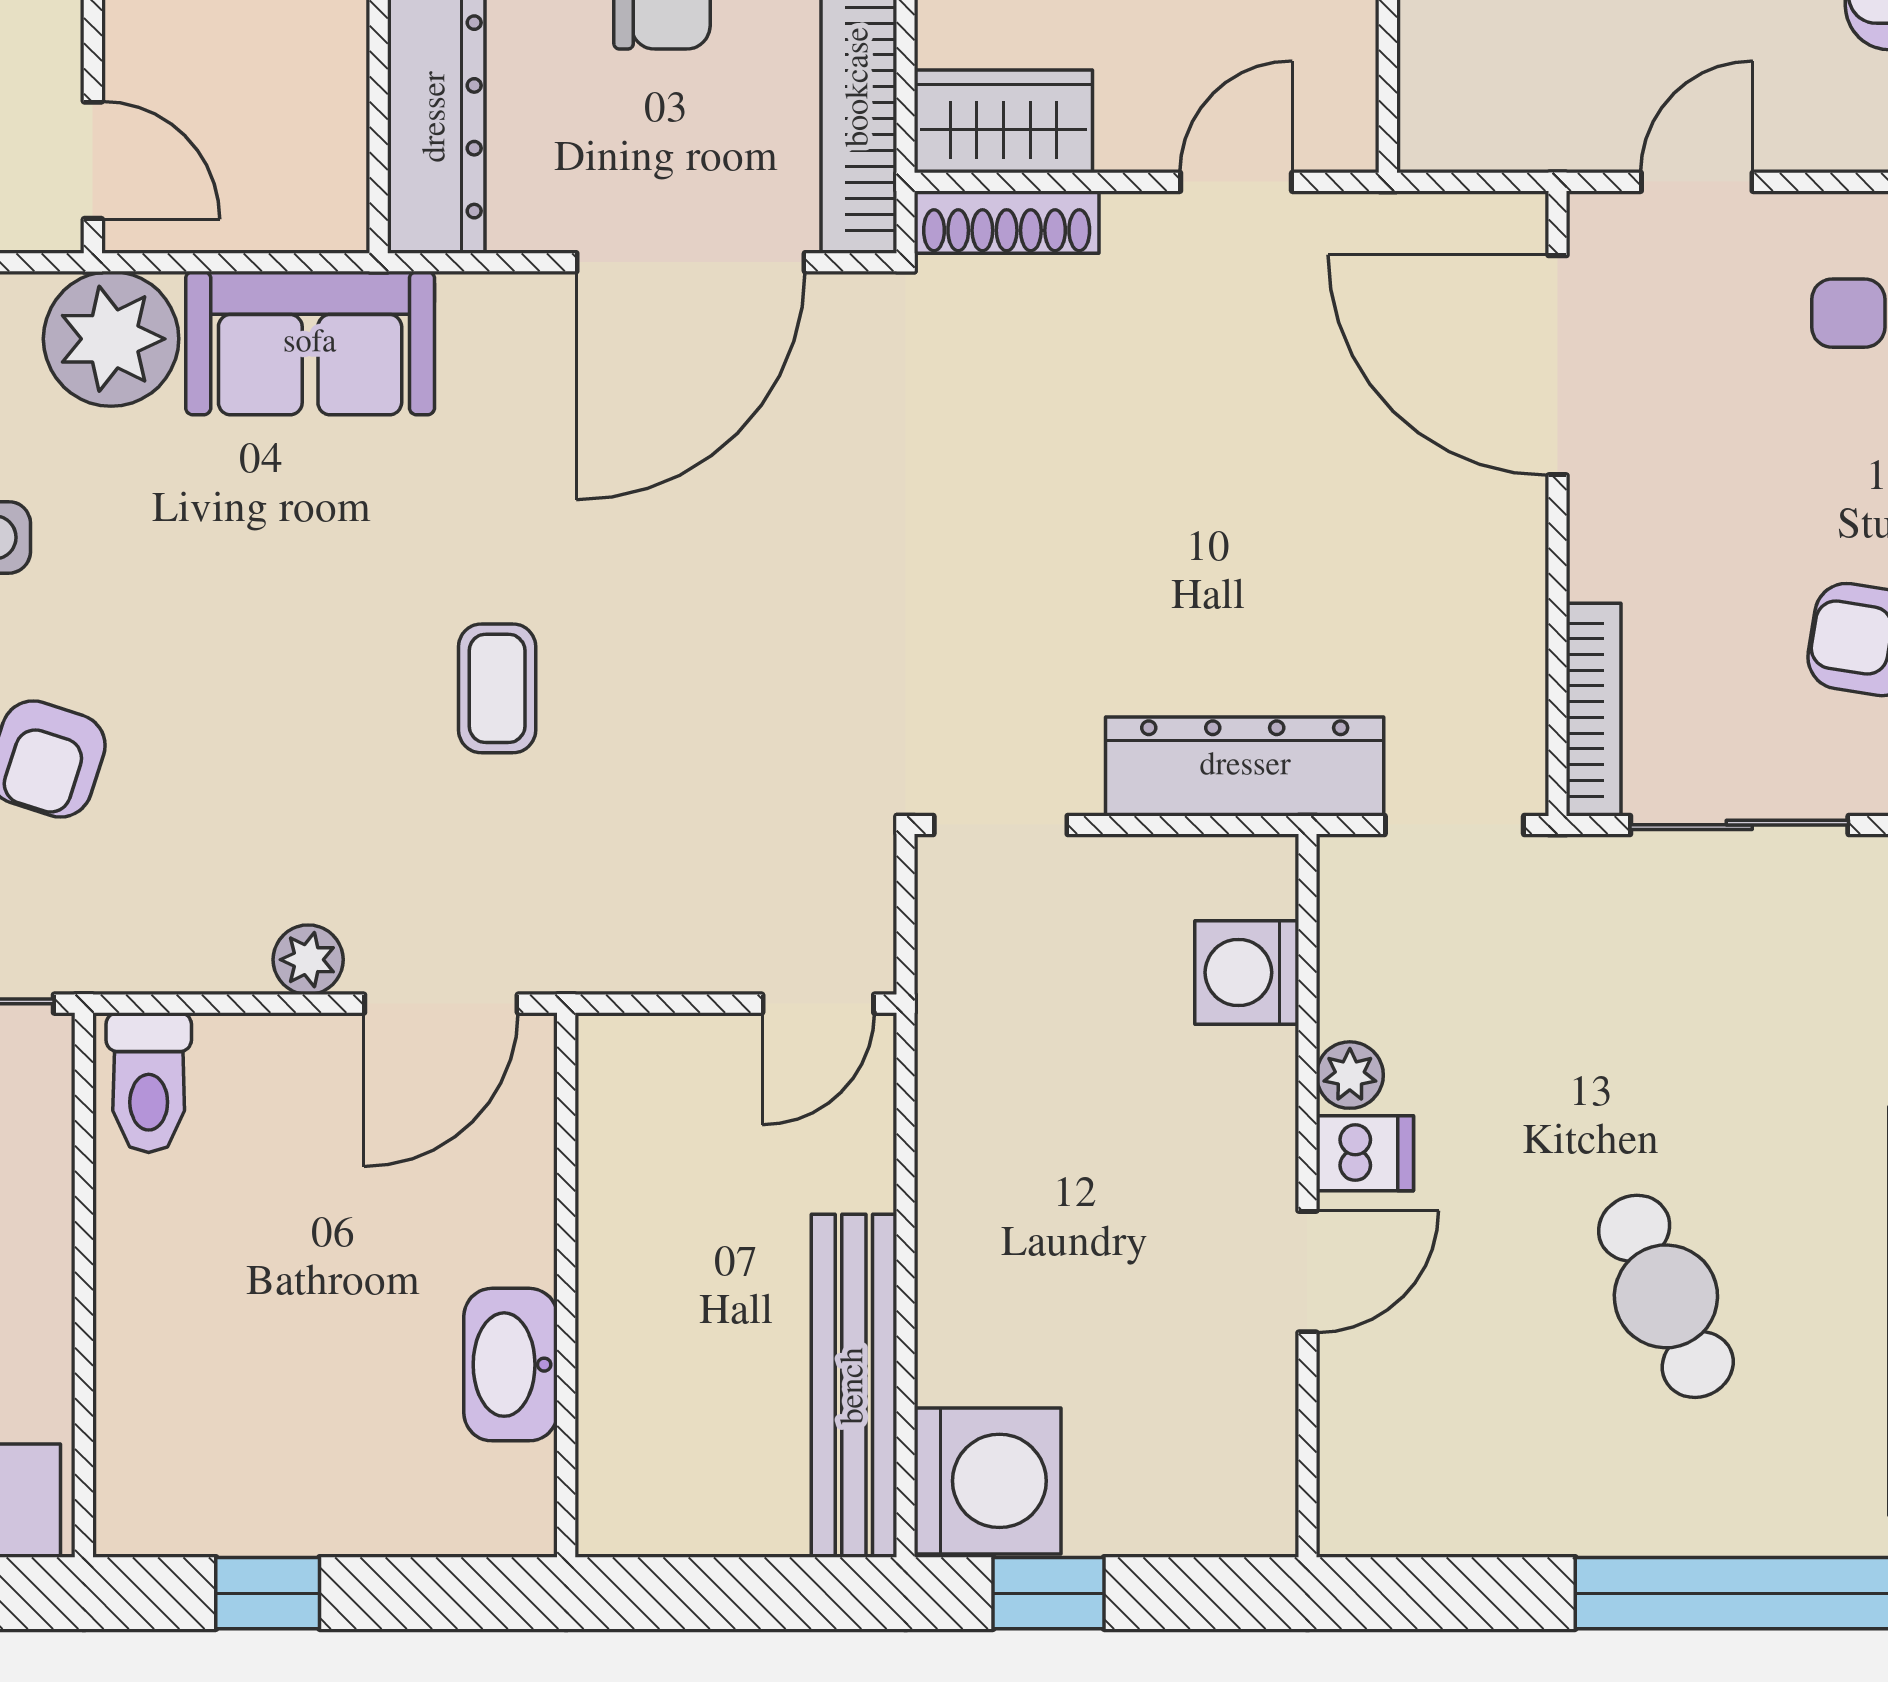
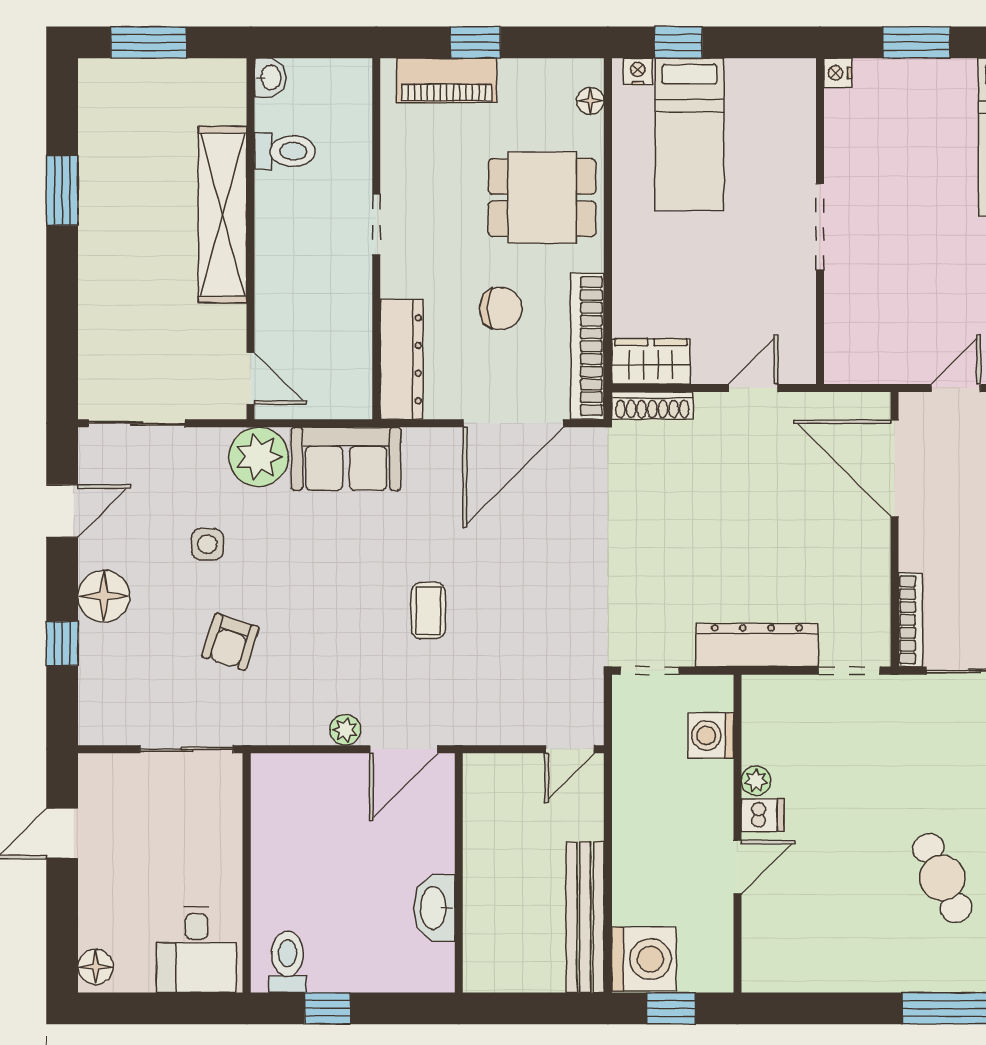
washing machine: (1247, 972) -> (711, 736), moved
plant: (1350, 1075) -> (756, 781), moved
toilet: (149, 1083) -> (287, 962), moved, turned 180
dishwasher: (1365, 1153) -> (763, 815), moved
wall: (1307, 1196) -> (737, 834), moved
door: (1307, 1272) -> (737, 867), moved

